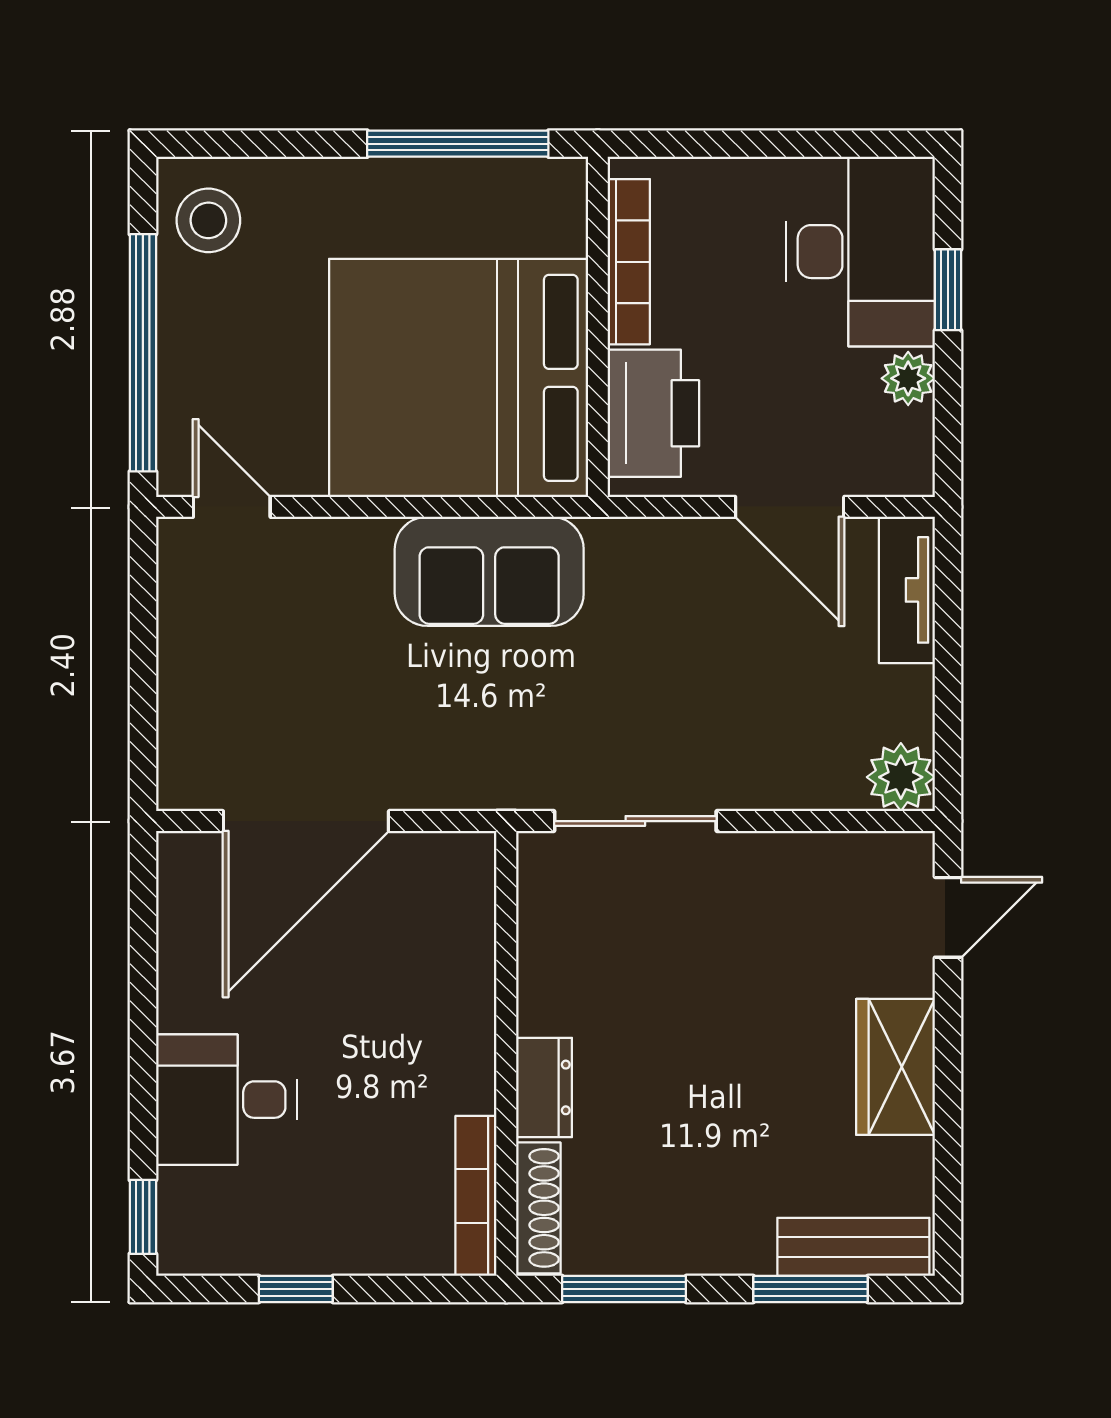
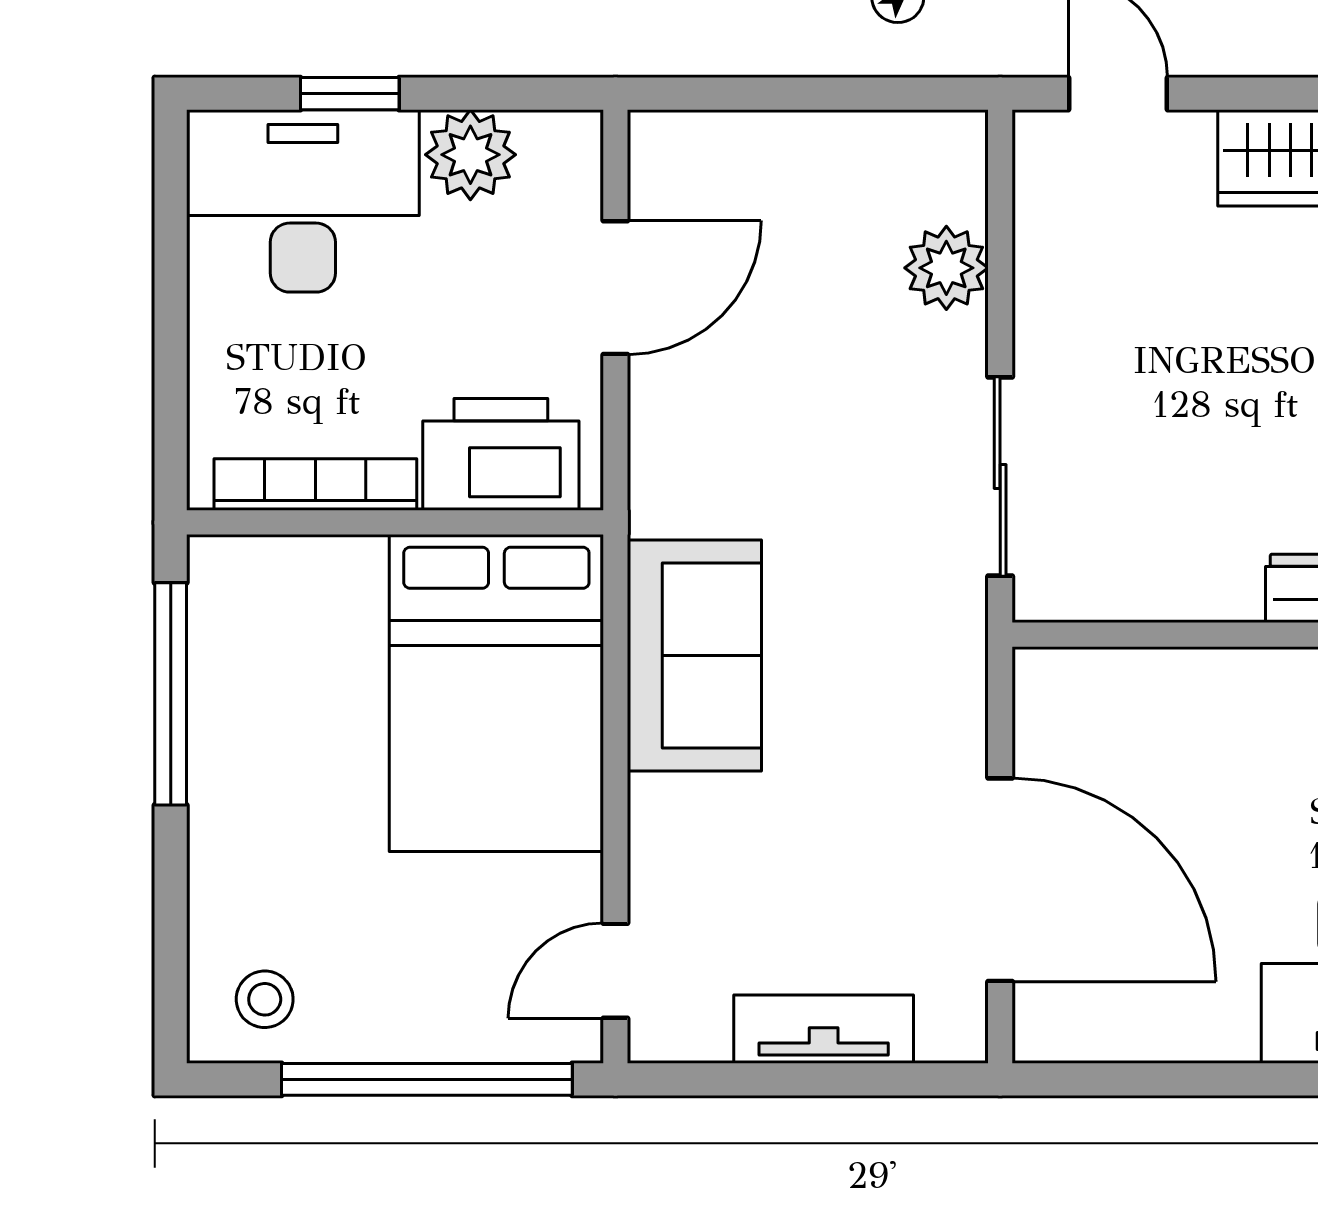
stool: (208, 220) -> (265, 999), width x0.73, depth x0.73
bed: (459, 378) -> (496, 693), width x0.73
plant: (908, 378) -> (470, 155), width x1.38, depth x1.38
tv unit: (907, 590) -> (824, 1029), moved, turned 180
plant: (901, 777) -> (946, 268), moved

